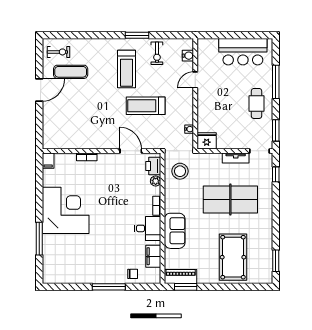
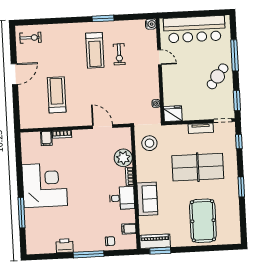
bar counter: (243, 52) -> (194, 29), width x1.36
exercise bike: (157, 53) -> (119, 54), moved
water cooler: (188, 56) -> (151, 24), moved
exercise mat: (71, 72) -> (43, 56), removed
door: (195, 80) -> (159, 57), swing flipped
cafe table: (256, 103) -> (218, 76), turned 38
treadmill: (146, 106) -> (57, 95), moved, turned 90
filing cabinet: (48, 161) -> (46, 138), moved
printer: (153, 166) -> (65, 246), moved, turned 90
plant: (156, 181) -> (123, 158), width x1.88, depth x1.88
filing cabinet: (153, 256) -> (129, 229), width x0.50
window: (276, 261) -> (241, 187), moved

